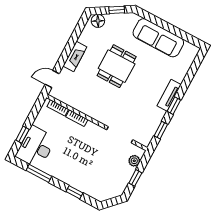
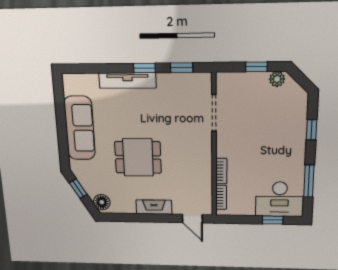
tv unit: (169, 95) -> (128, 80), width x1.41
plant: (134, 161) -> (277, 79), moved

